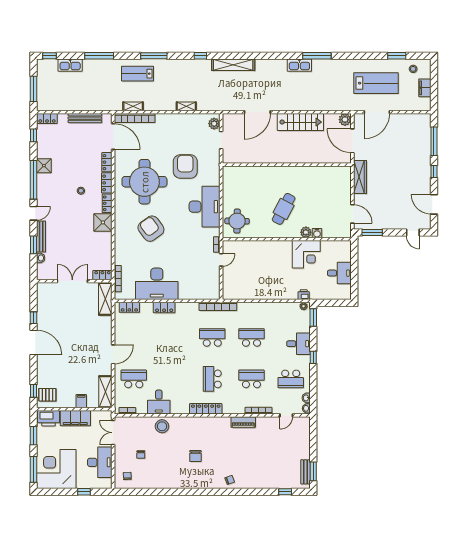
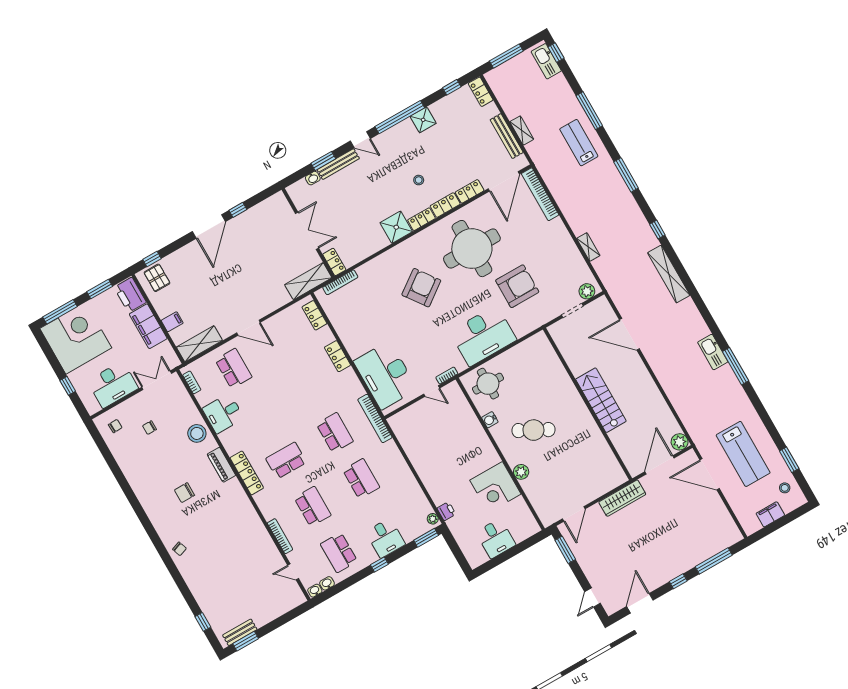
kitchen sink: (70, 65) -> (546, 61), moved
lab bench: (137, 74) -> (579, 143), moved
shelving: (133, 106) -> (522, 131), moved
stairs: (300, 122) -> (601, 400), moved, turned 180
water cooler: (317, 233) -> (490, 420), moved
desk: (157, 284) -> (385, 375), moved
piano: (243, 422) -> (221, 465), moved

